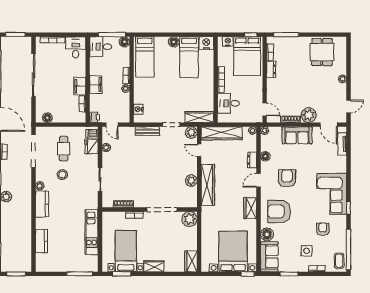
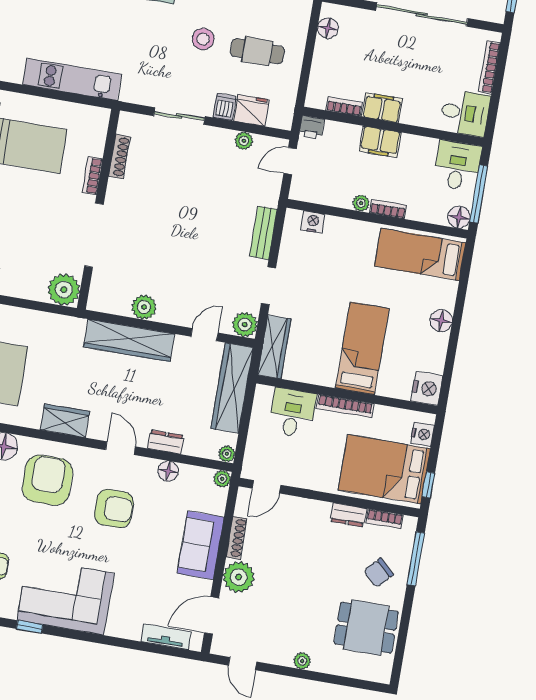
chair: (296, 51) -> (379, 573), added
bed: (189, 57) -> (362, 348), moved, turned 90
dishwasher: (92, 134) -> (224, 107), moved

